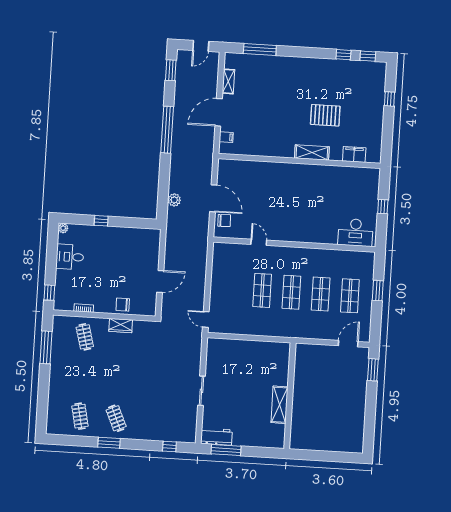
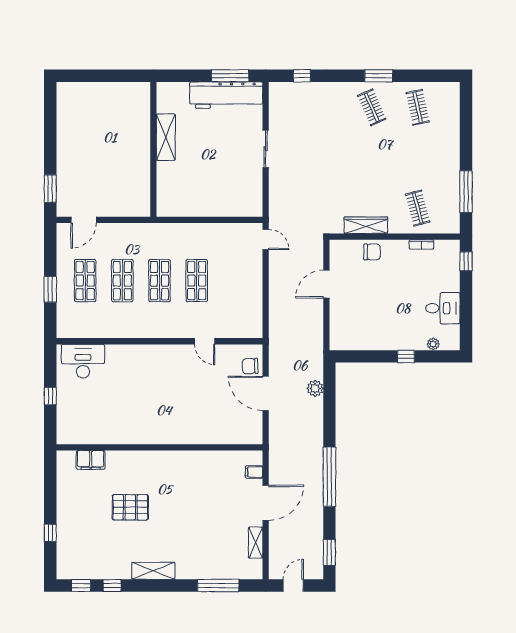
shelving: (312, 153) -> (153, 571), moved
plant: (63, 228) -> (433, 344), moved
wardrobe: (121, 326) -> (366, 225), width x1.50
workbench: (216, 437) -> (226, 95), width x1.88, depth x1.32

